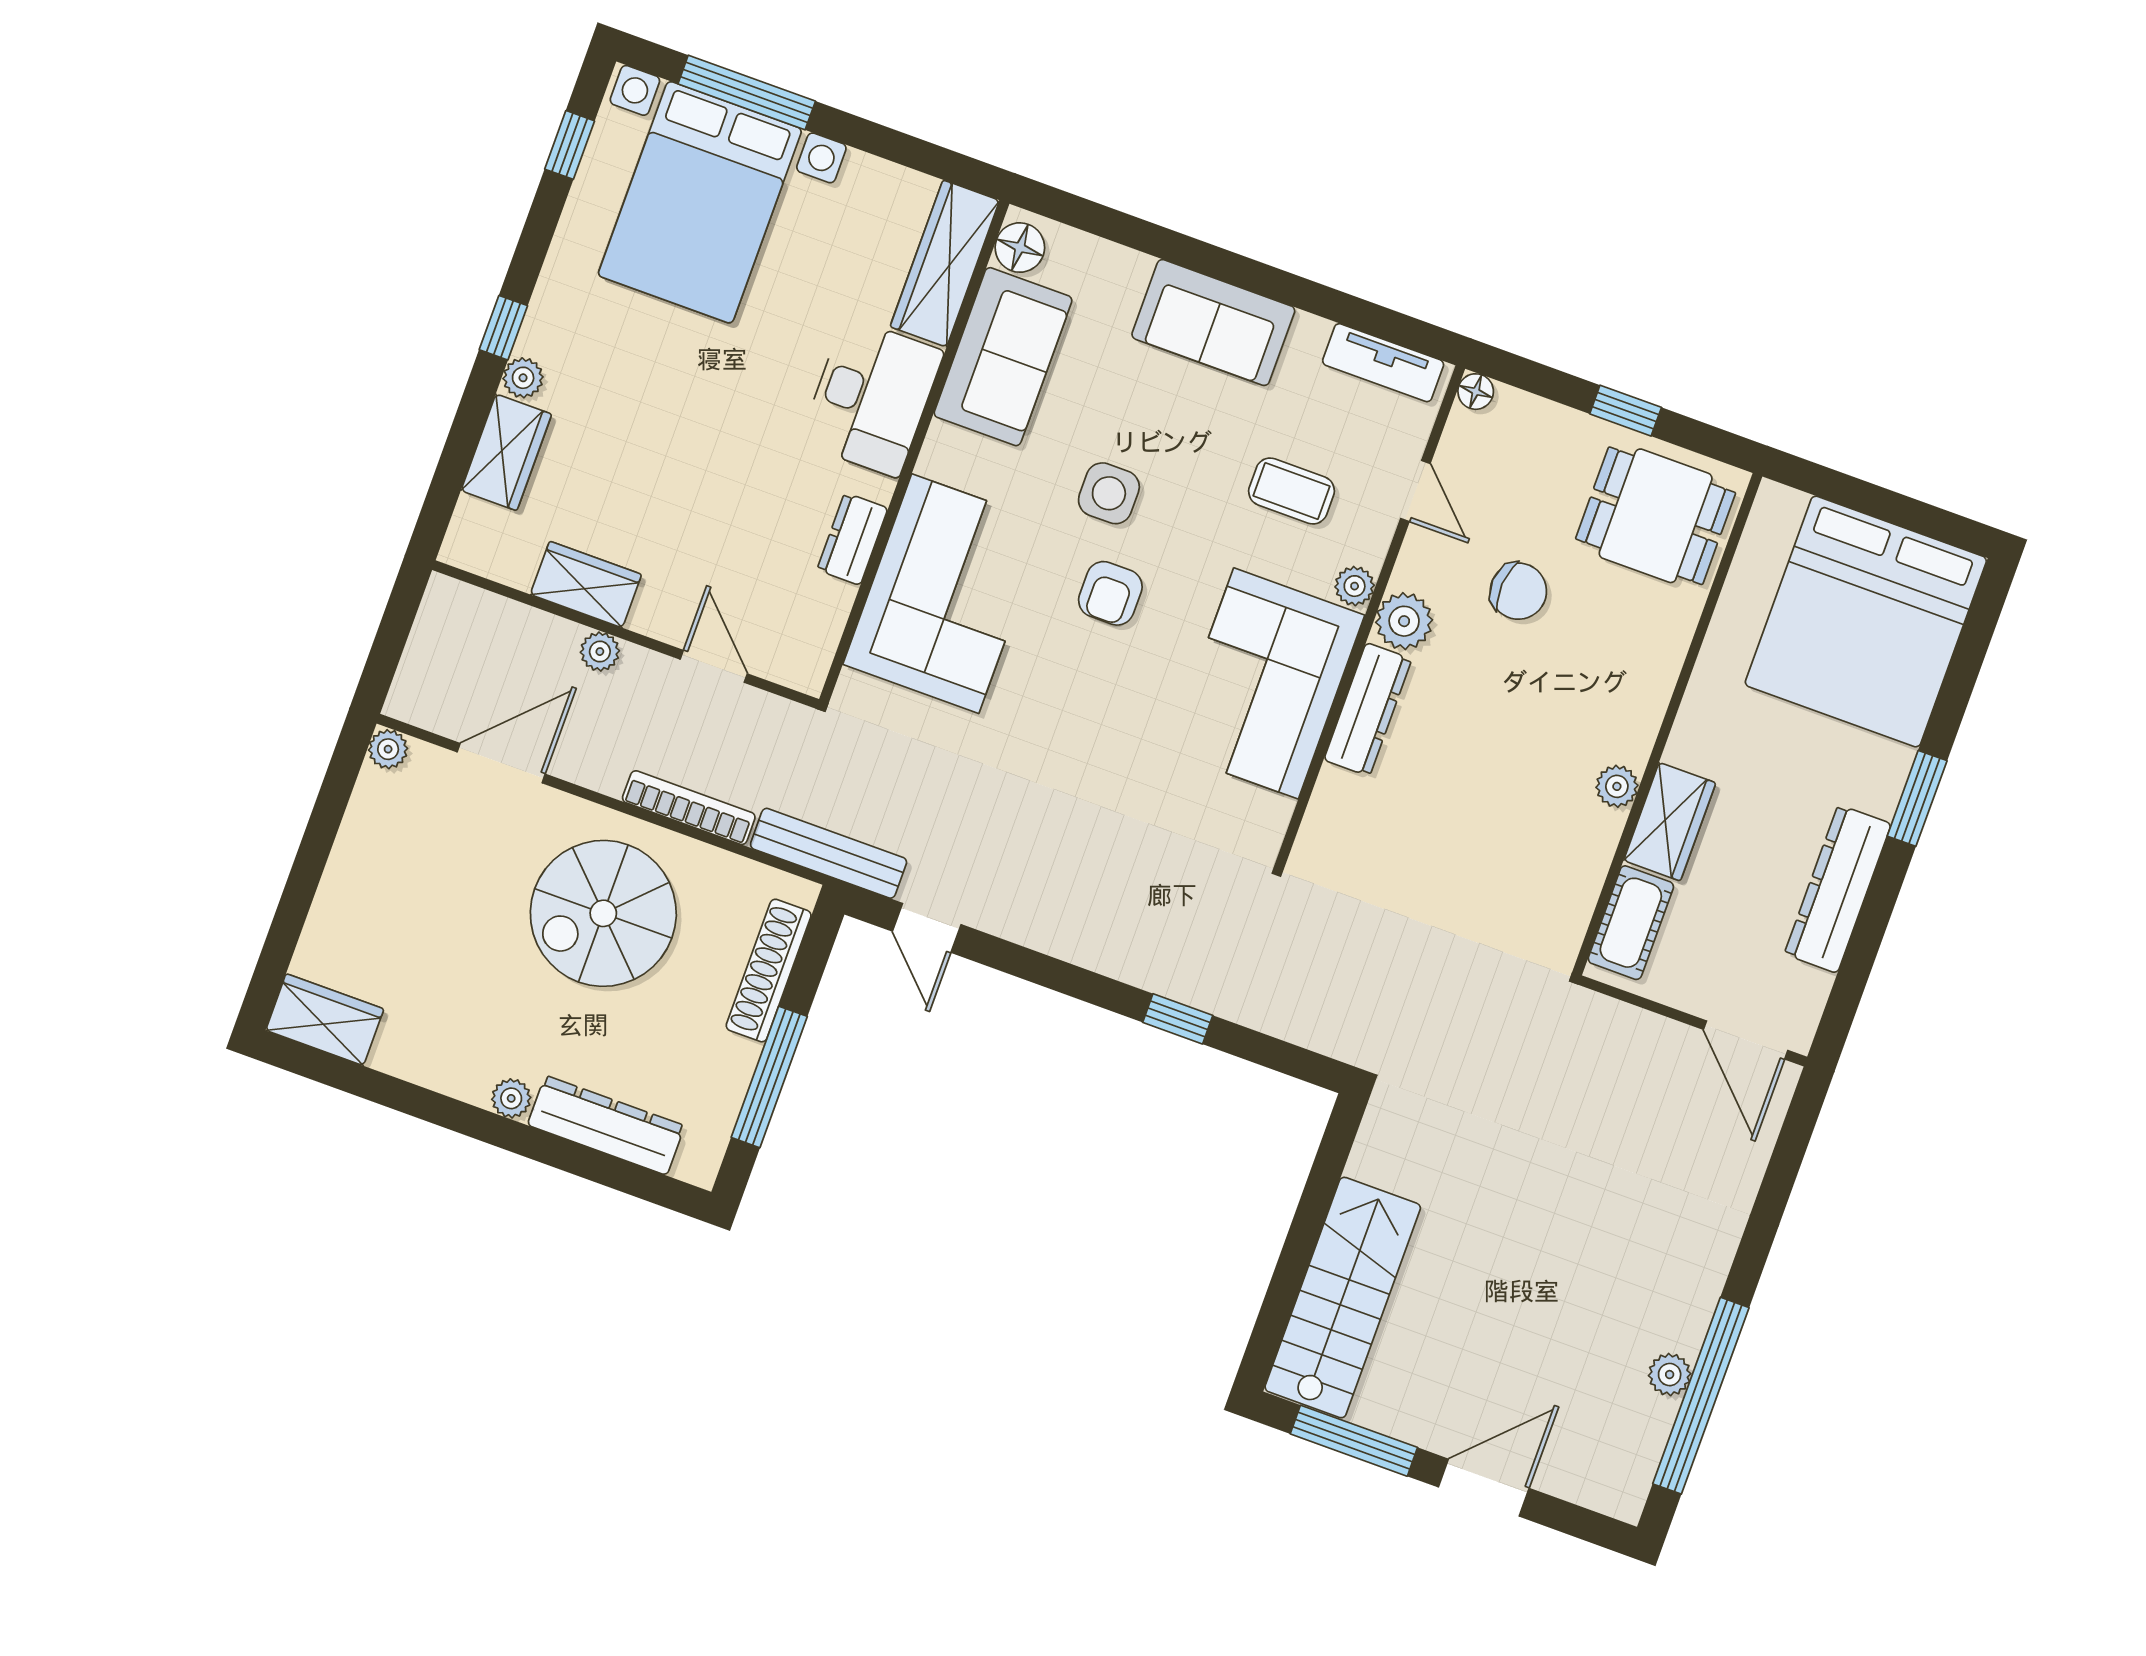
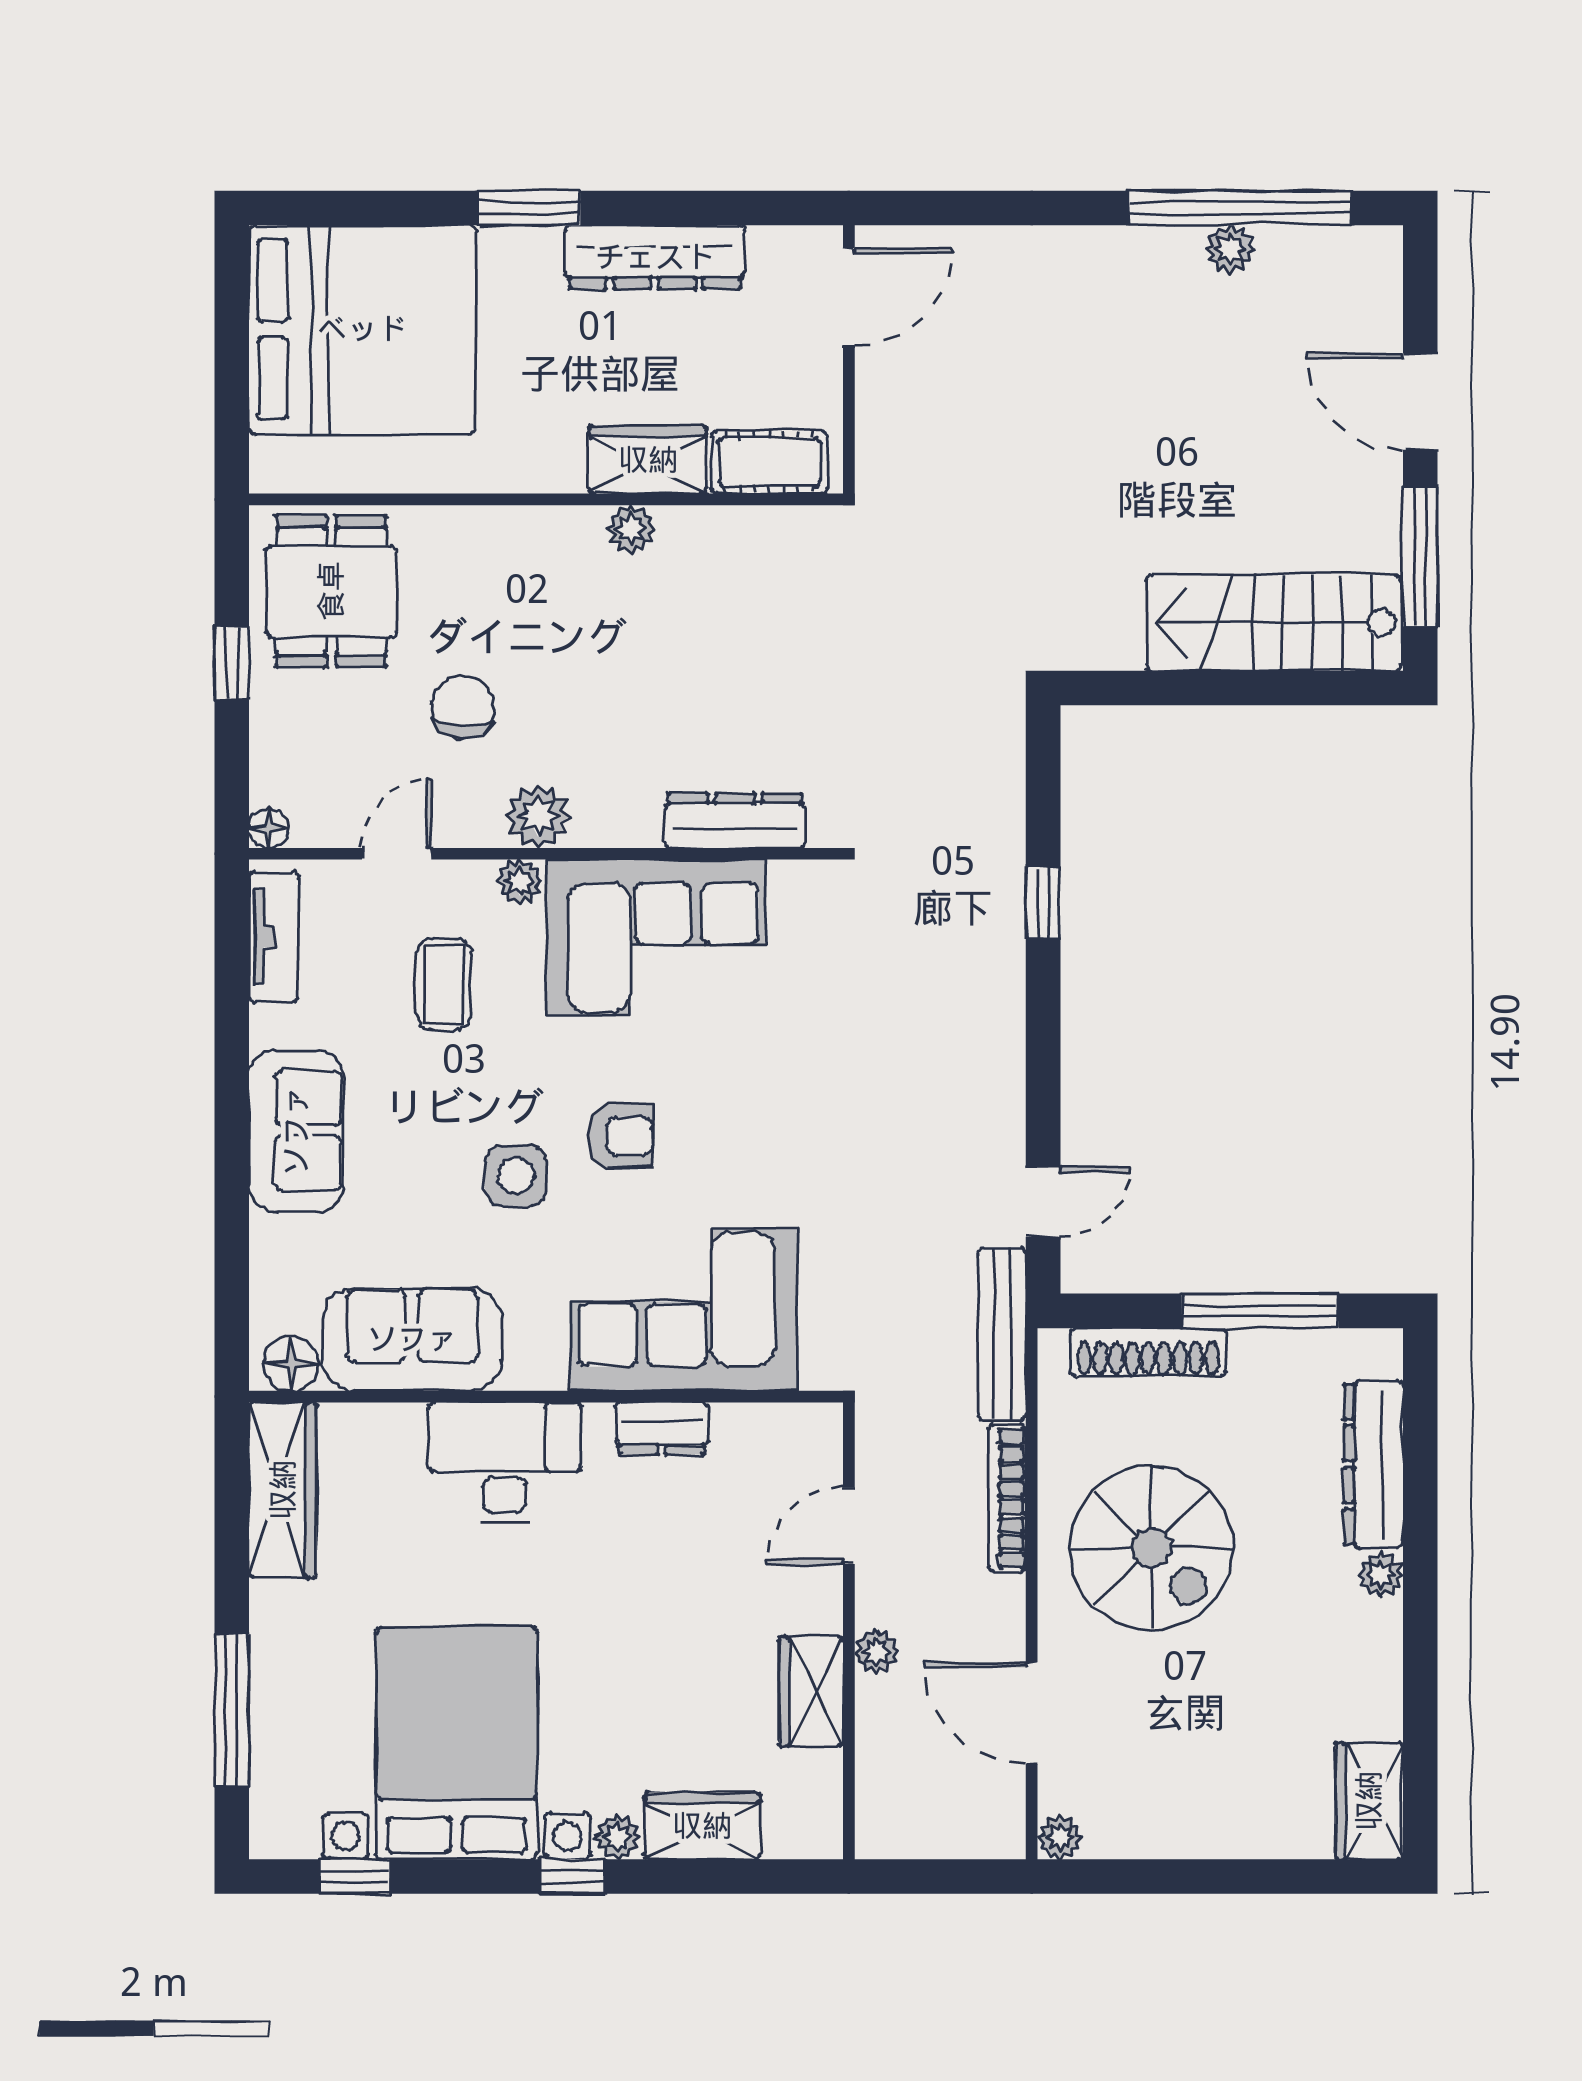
bed with nightstands: (700, 202) -> (457, 1743), moved, turned -90
wardrobe: (945, 264) -> (283, 1490), moved, turned -90
dresser: (1368, 709) -> (735, 821), moved

